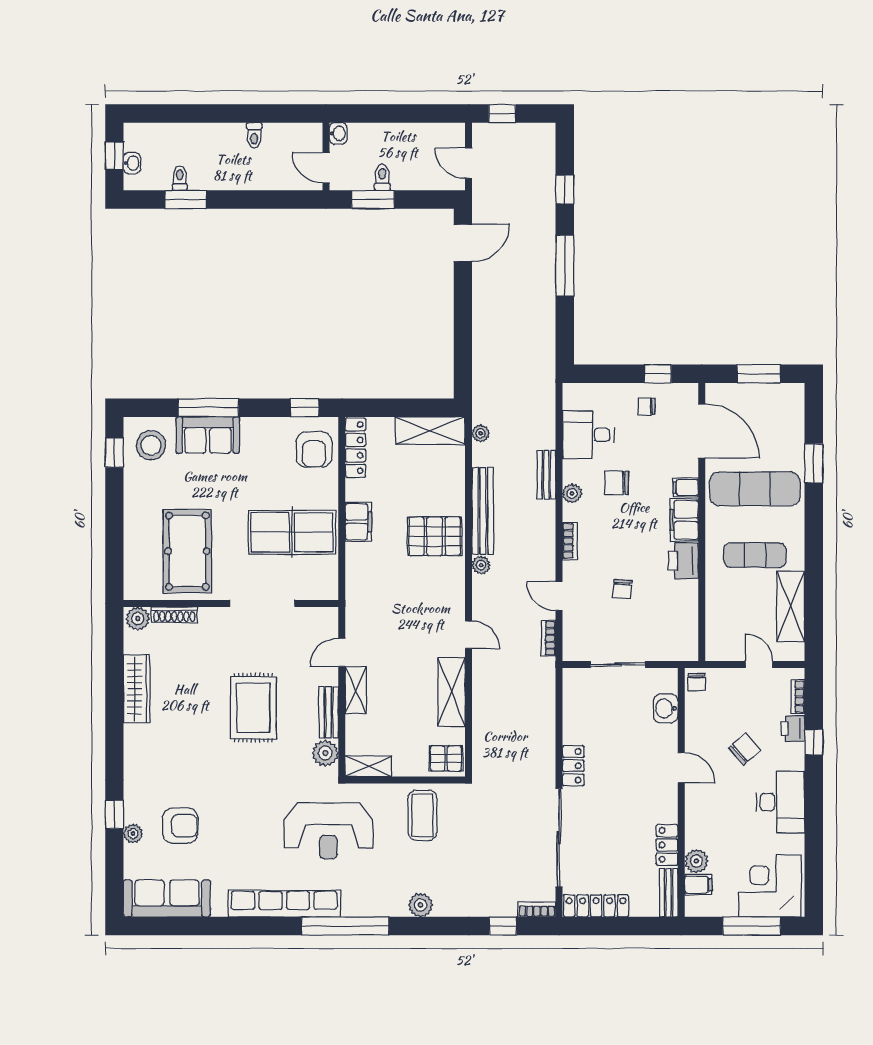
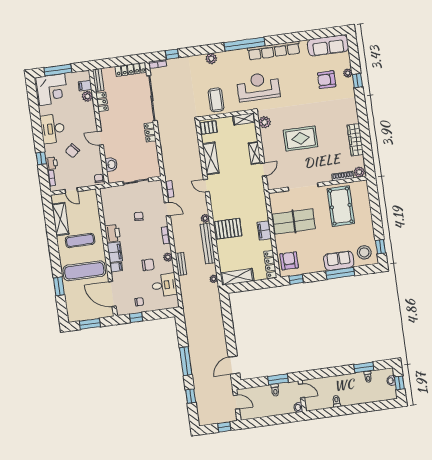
rug: (253, 708) -> (300, 138), turned 90
bench: (329, 712) -> (266, 141), removed

